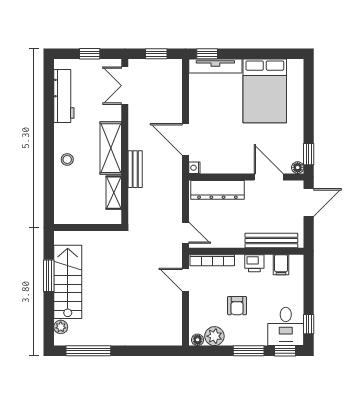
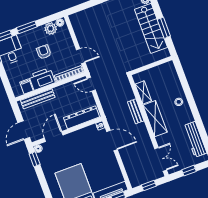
door: (269, 177) -> (54, 136), swing flipped
printer: (254, 263) -> (42, 79), width x1.87, depth x1.48

